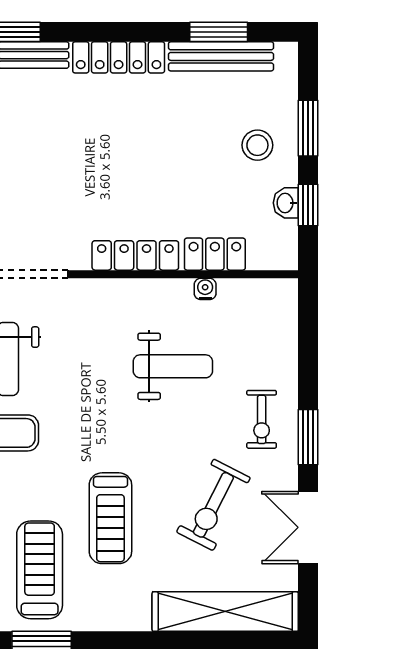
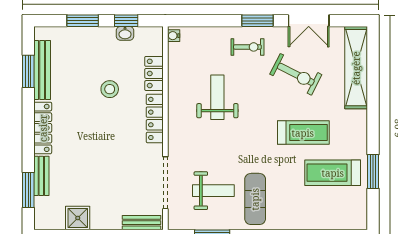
stool: (257, 145) -> (110, 89), moved
water cooler: (205, 289) -> (174, 36), moved

